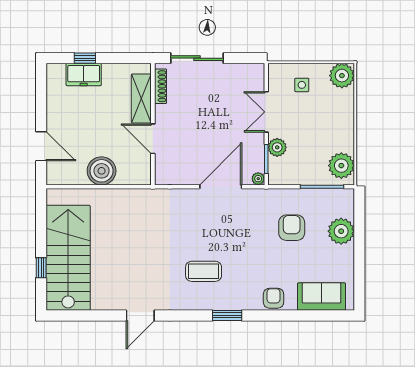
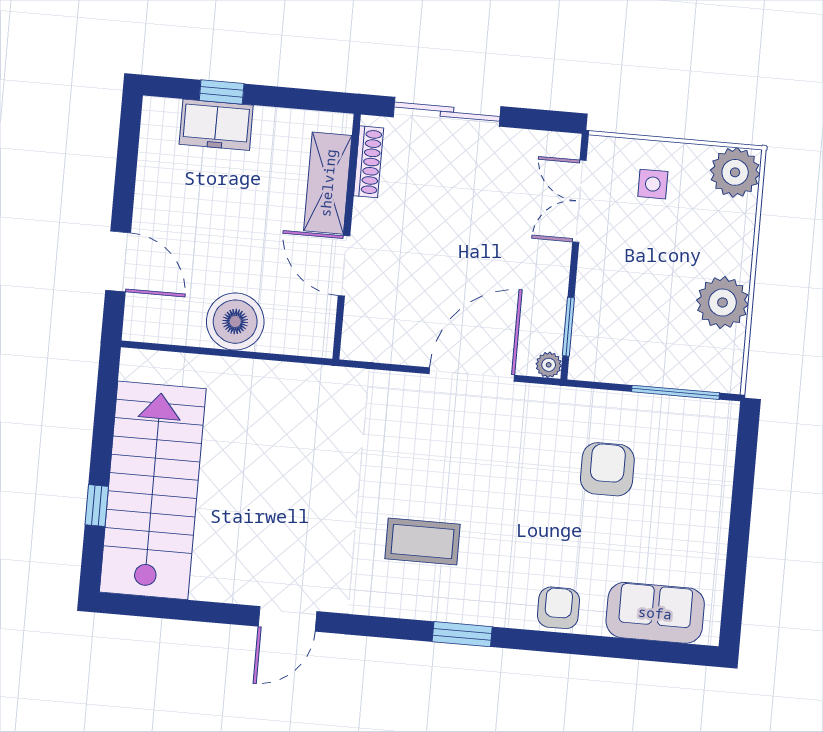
double door: (266, 112) -> (579, 201), moved
plant: (277, 147) -> (592, 305), removed
plant: (341, 166) -> (723, 302), moved
plant: (341, 231) -> (706, 485), removed

